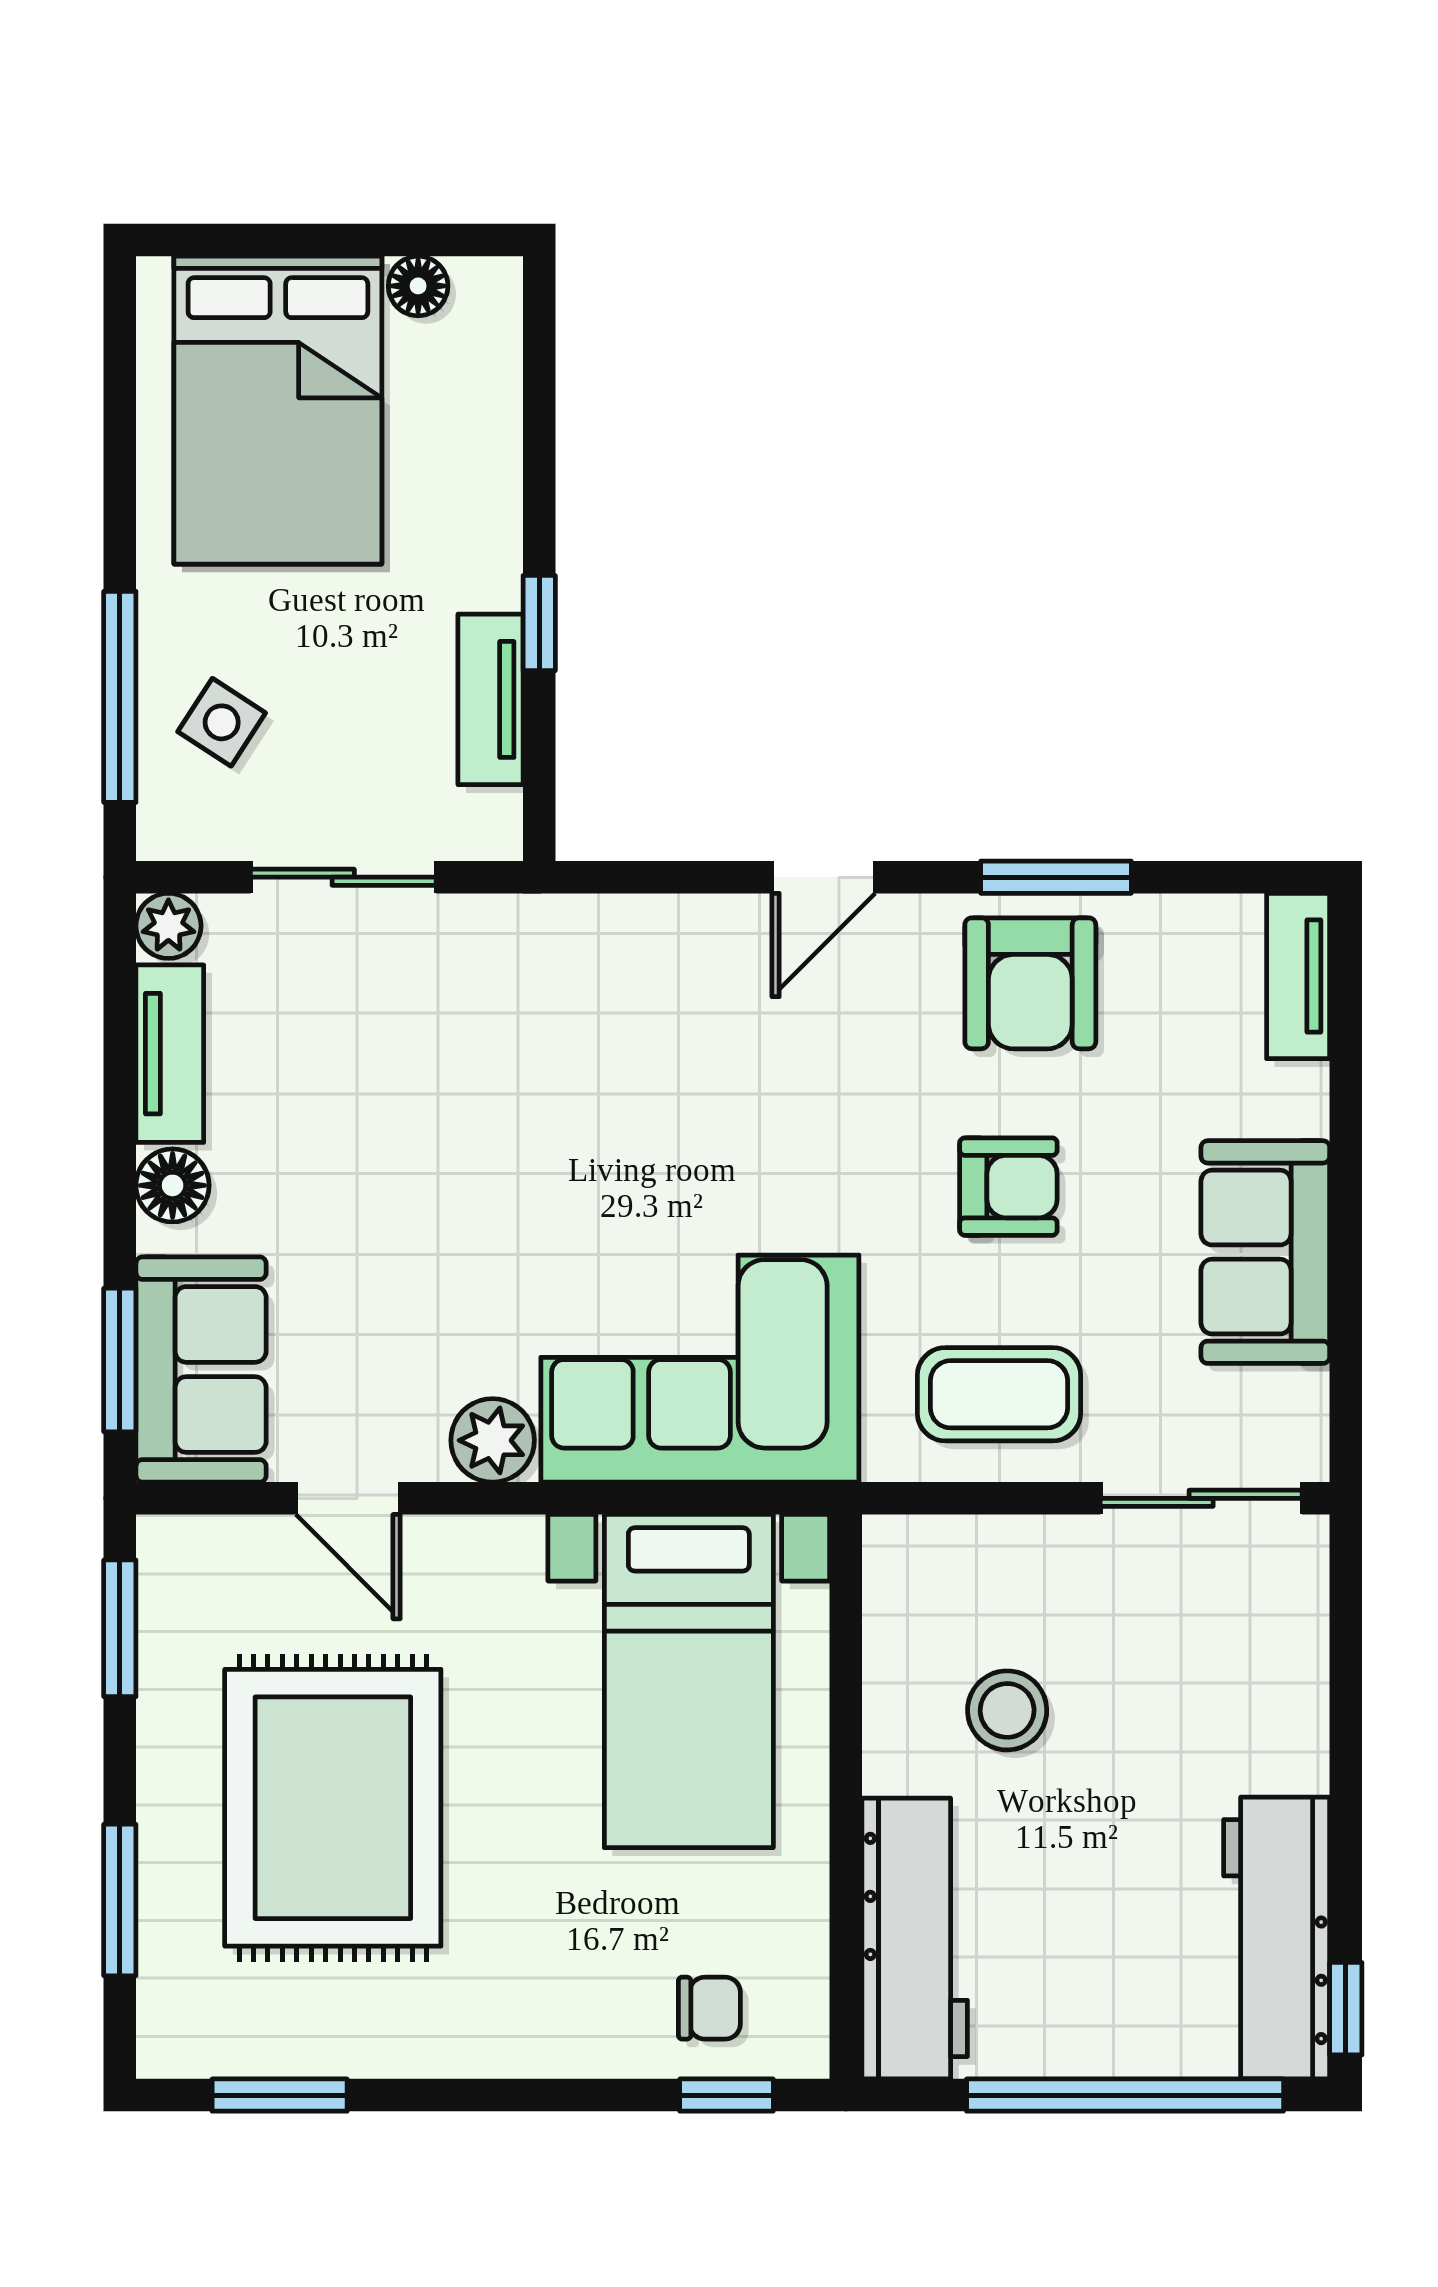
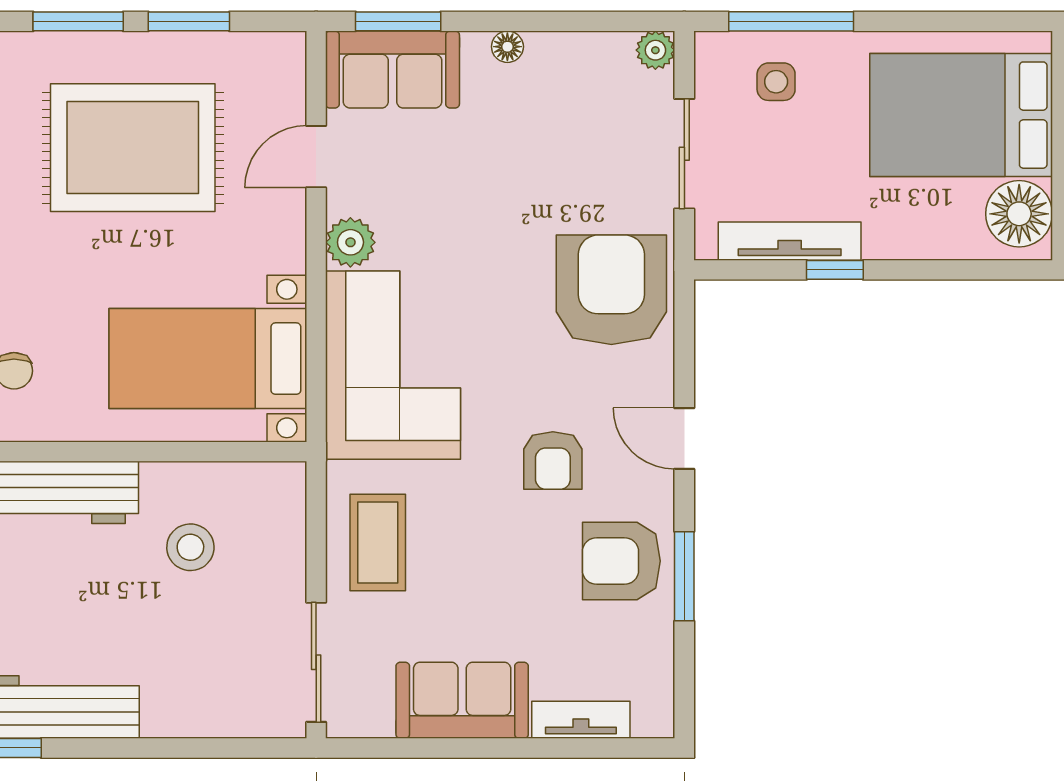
floor lamp: (418, 286) -> (1019, 214), width x1.89, depth x1.89
tv unit: (491, 699) -> (790, 241), width x1.41
side table: (222, 722) -> (776, 82), turned -33
tv unit: (1298, 976) -> (581, 720), moved
armchair: (573, 1000) -> (611, 290), added
tv unit: (170, 1054) -> (580, 51), removed
floor lamp: (173, 1185) -> (507, 47), width x0.73, depth x0.73
armchair: (1008, 1187) -> (553, 460), moved
window: (120, 1628) -> (189, 21), moved

